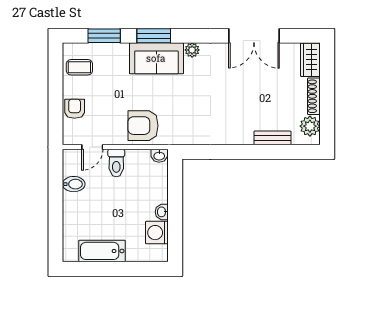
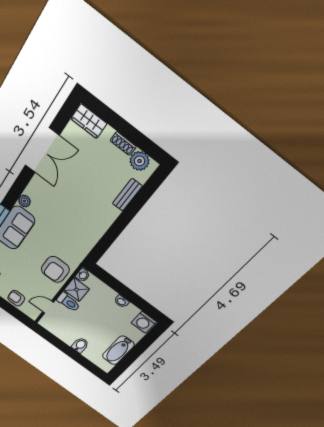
shoe rack: (314, 96) -> (123, 144), width x0.70
door: (92, 147) -> (48, 307), swing flipped
shower: (138, 161) -> (77, 290), added
bidet: (74, 184) -> (80, 345), moved
washing machine: (157, 233) -> (144, 322), moved

